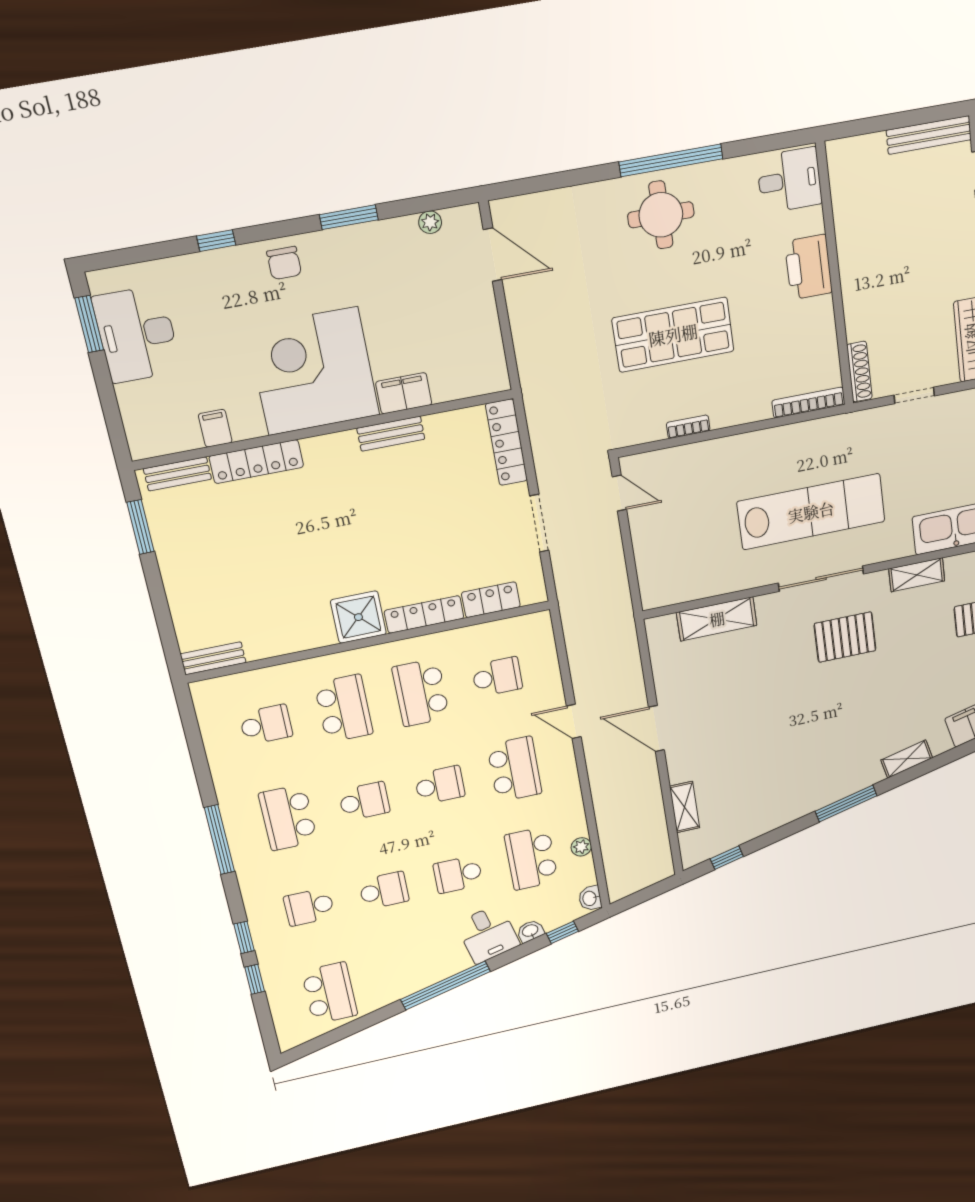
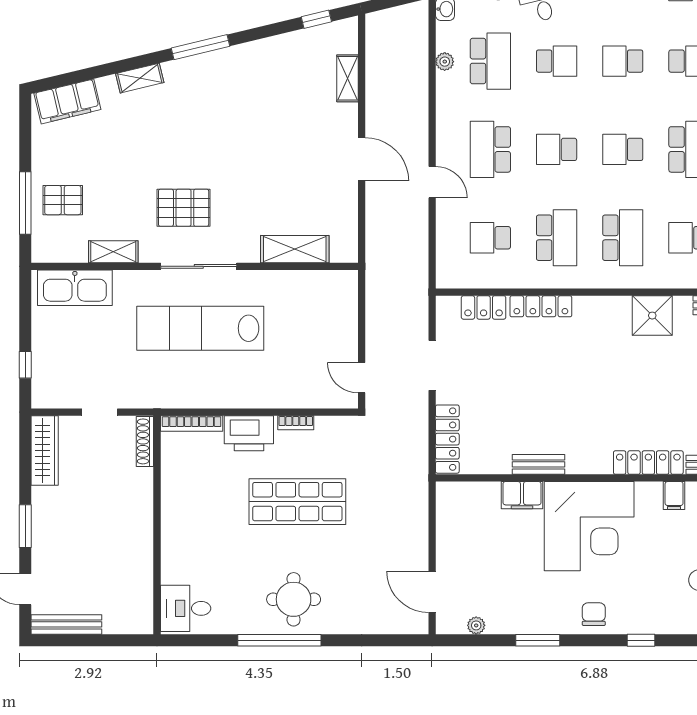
printer: (809, 267) -> (249, 433), moved, turned 90
shower: (358, 617) -> (652, 316), moved
school desk: (344, 709) -> (623, 238), turned 180

